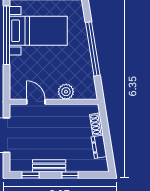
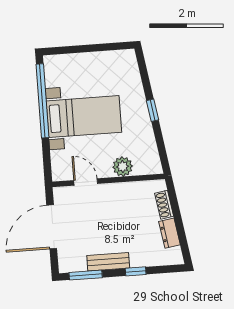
bed with nightstands: (38, 31) -> (84, 117), moved
window: (93, 49) -> (153, 110), width x0.32
window: (30, 175) -> (86, 275), width x1.50

